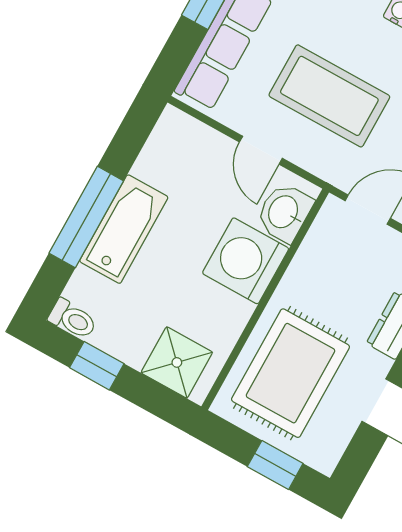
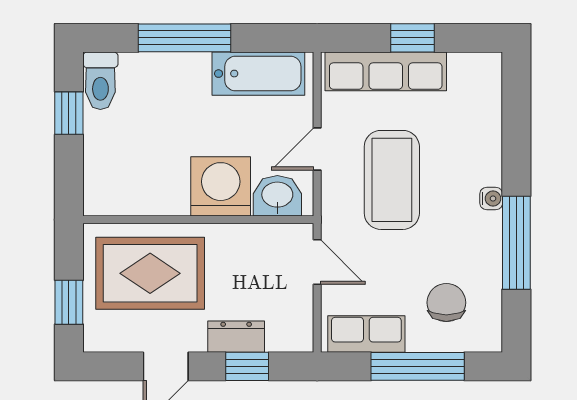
bathtub: (124, 229) -> (258, 74), moved
toilet: (73, 319) -> (100, 81), width x1.37, depth x1.39
shower: (177, 362) -> (107, 176), removed

